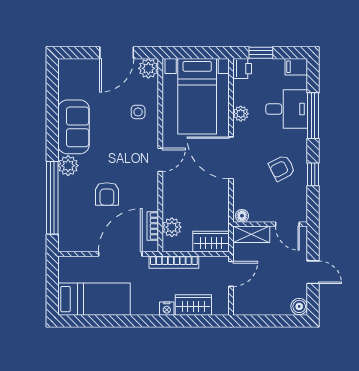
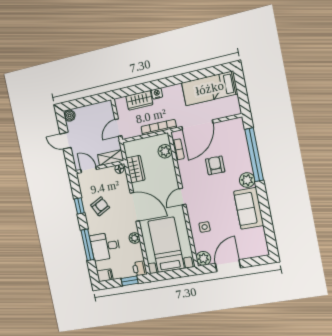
wardrobe: (211, 242) -> (136, 169), moved, turned -90

